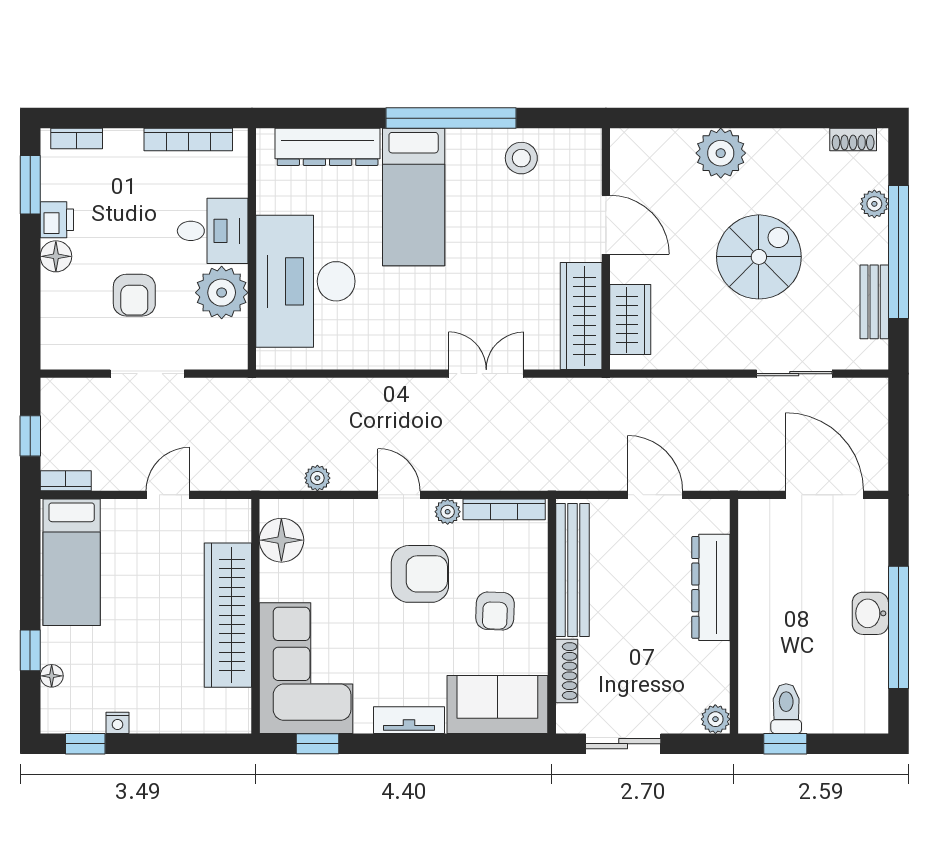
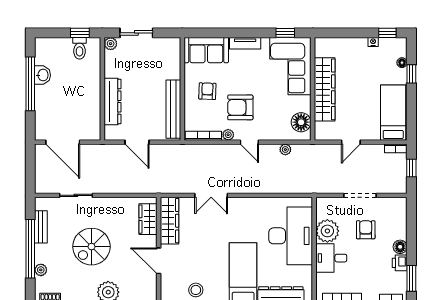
washbasin: (870, 613) -> (43, 75), moved
shoe rack: (567, 671) -> (176, 65), removed
sliding door: (623, 744) -> (136, 33), moved

